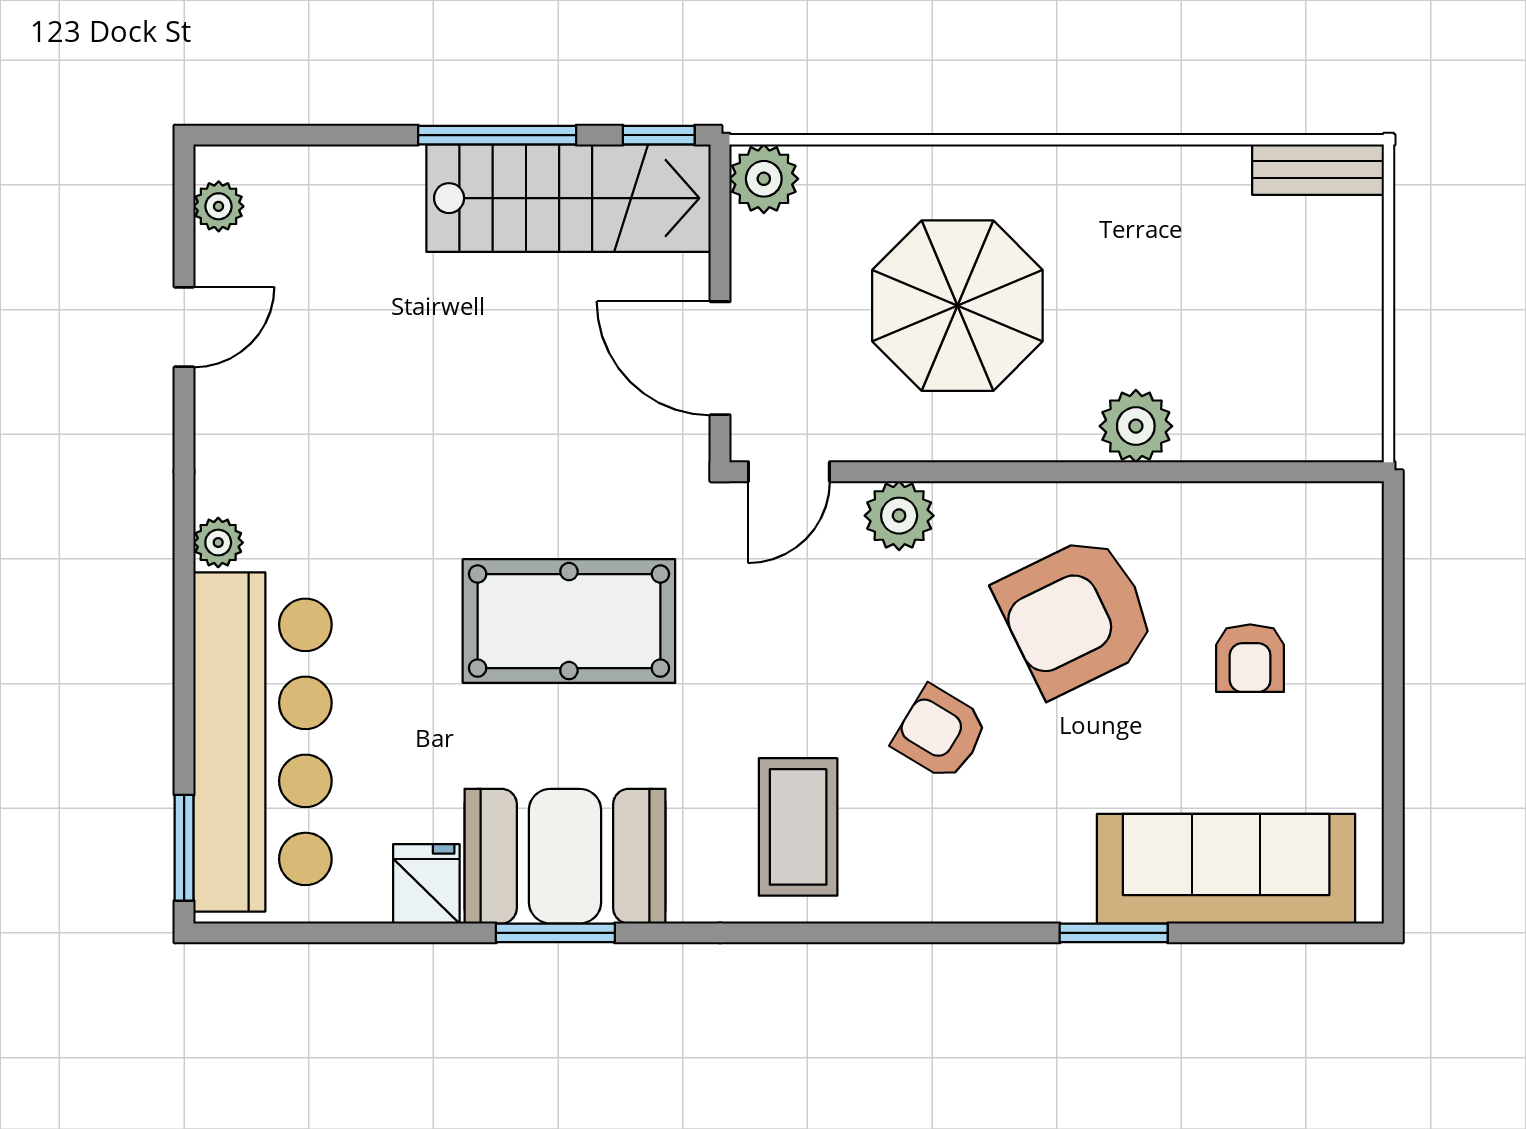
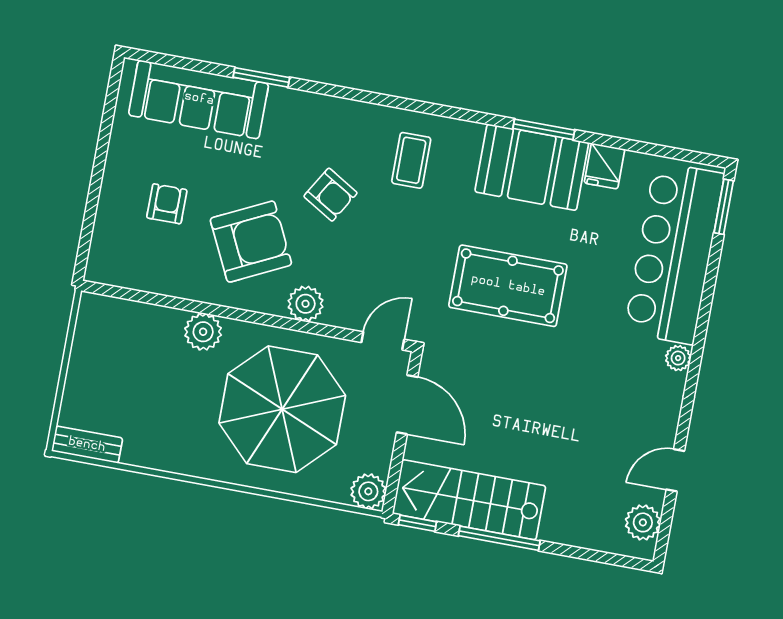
plant: (219, 206) -> (643, 522), width x1.38, depth x1.38
parasol: (957, 306) -> (282, 409), width x1.36, depth x1.36
plant: (899, 516) -> (306, 304), moved
coffee table: (798, 827) -> (411, 160), width x0.73, depth x0.77

